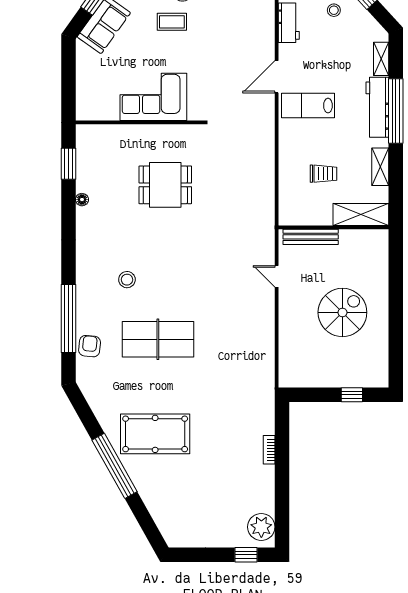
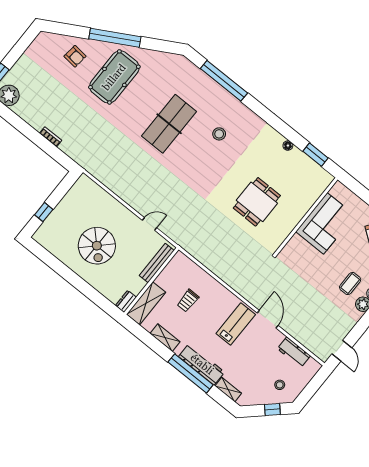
corner sofa: (153, 97) -> (325, 223), moved
dresser: (375, 237) -> (126, 301), added
armchair: (90, 346) -> (75, 56), moved

